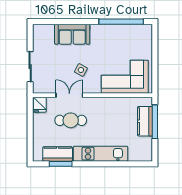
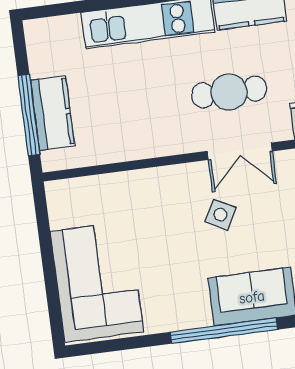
window: (121, 22) -> (224, 331), moved
corner sofa: (125, 77) -> (97, 282), moved, turned -90

